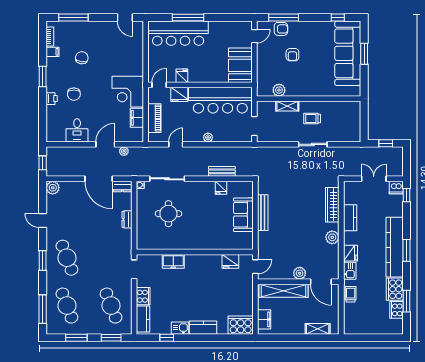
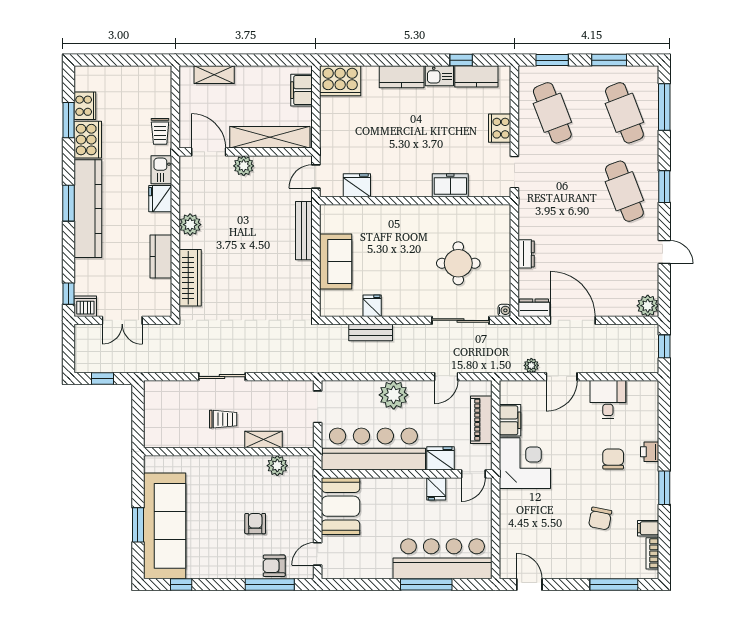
plant: (208, 137) -> (394, 395), width x1.88, depth x1.88
bench: (263, 213) -> (304, 231), moved
kitchen counter: (143, 319) -> (476, 76), moved, turned -90

